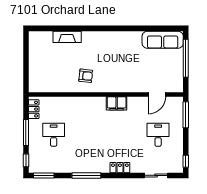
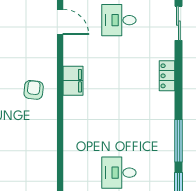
armchair: (86, 76) -> (34, 90), moved
window: (86, 175) -> (178, 141), moved

